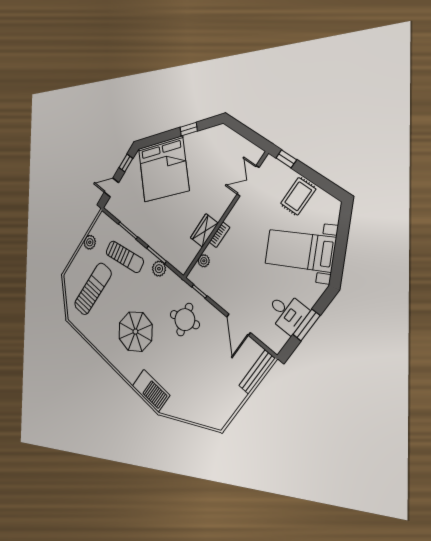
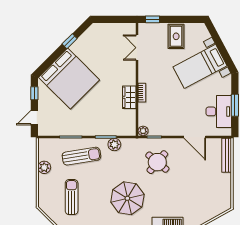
plant: (204, 261) -> (143, 131), moved
sun lounger: (93, 289) -> (72, 197), width x0.73, depth x0.75
desk: (287, 313) -> (219, 111), width x1.37
round table: (185, 320) -> (157, 162), turned -34

